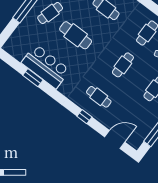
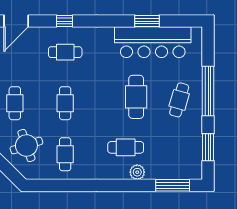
cafe table: (76, 35) -> (136, 97), turned 90
bar counter: (46, 66) -> (153, 42), width x1.36

